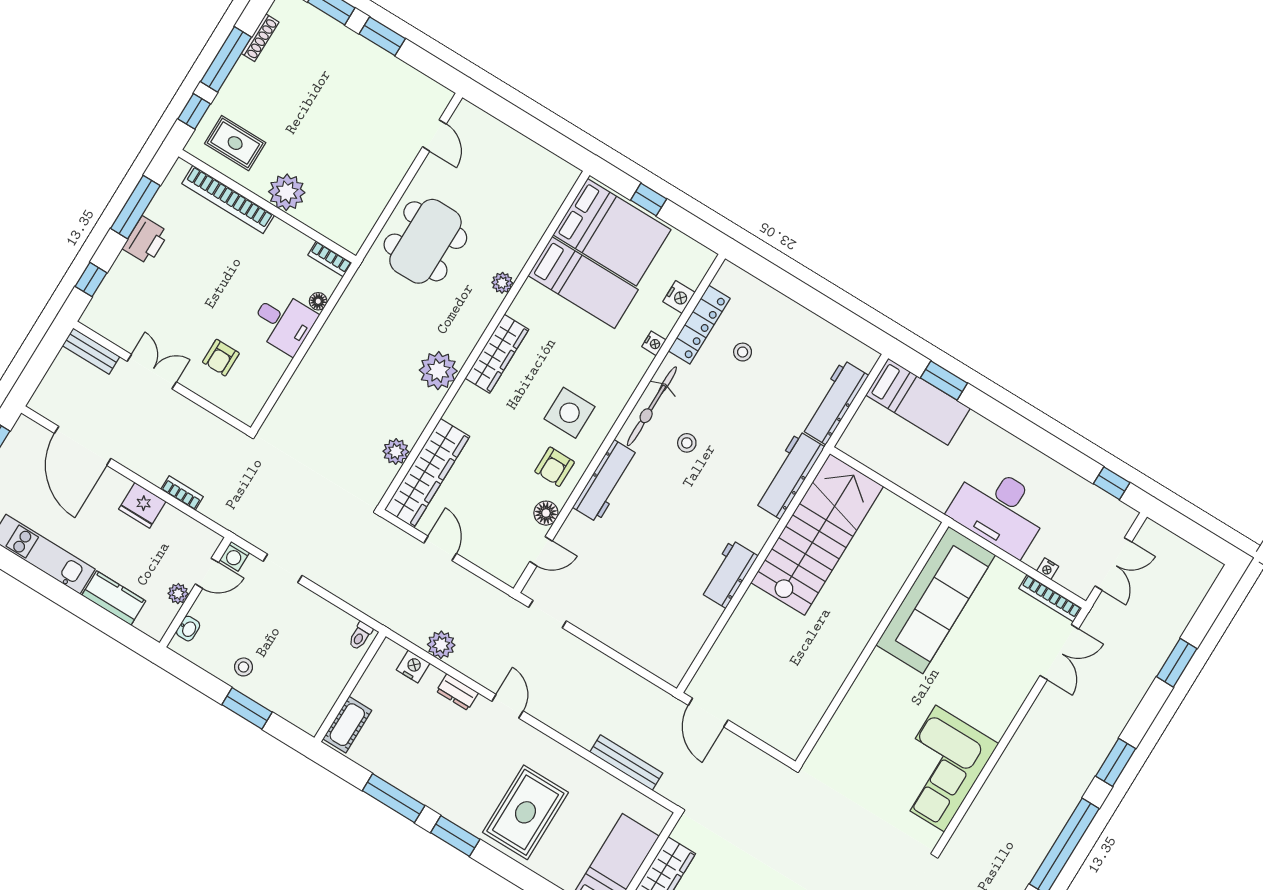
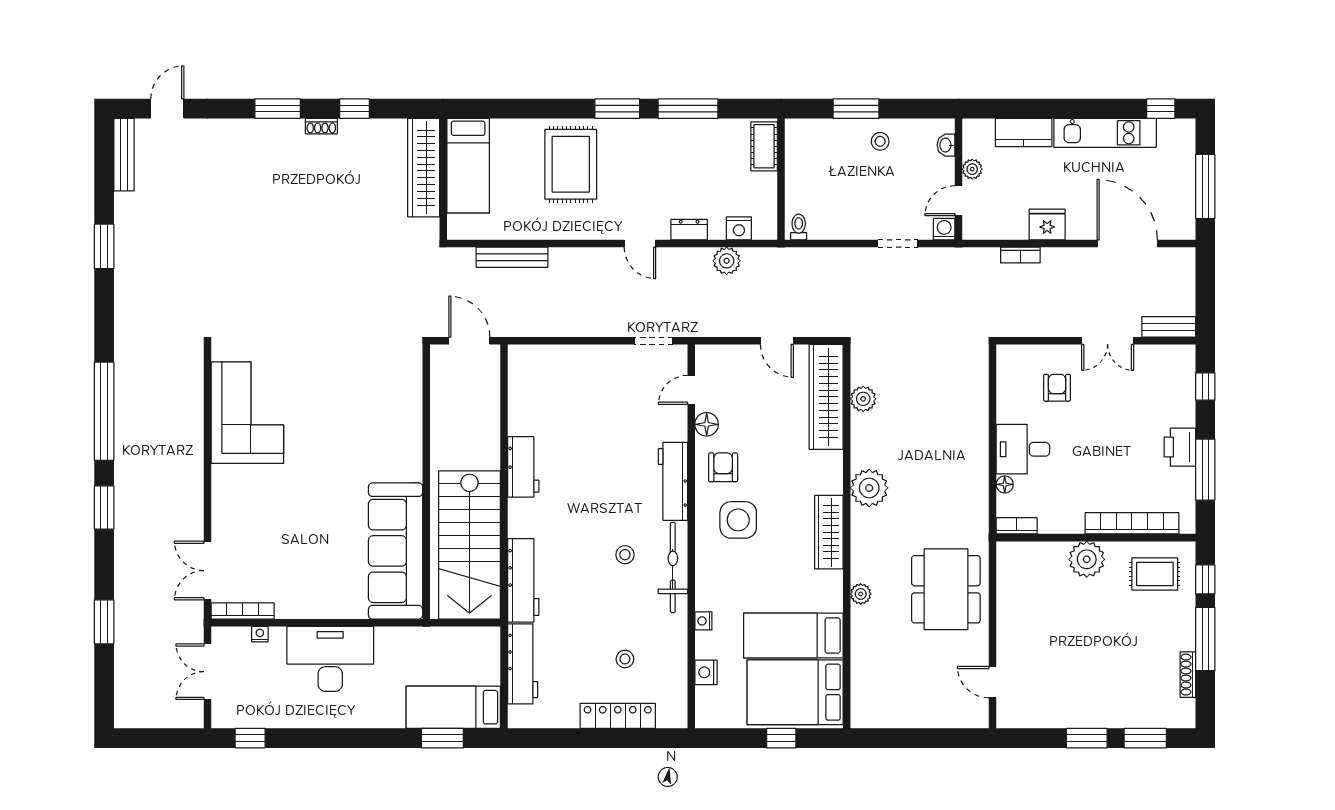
locker: (699, 325) -> (618, 716), moved, turned 90
sofa: (936, 600) -> (396, 551), moved
wall: (872, 644) -> (426, 482), moved

